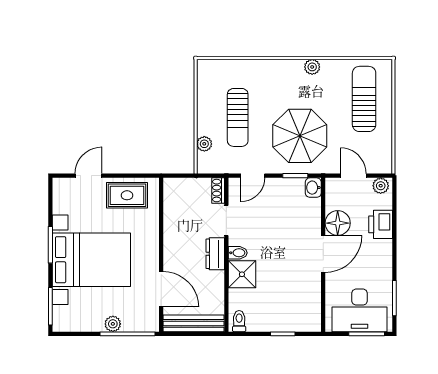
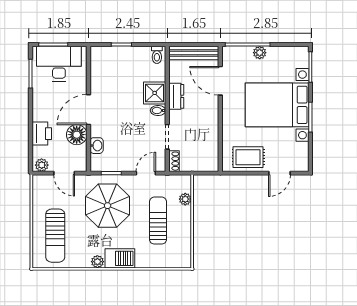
barbecue: (285, 71) -> (120, 258), added
washbasin: (313, 188) -> (97, 146), moved
dresser: (215, 254) -> (176, 96), moved

